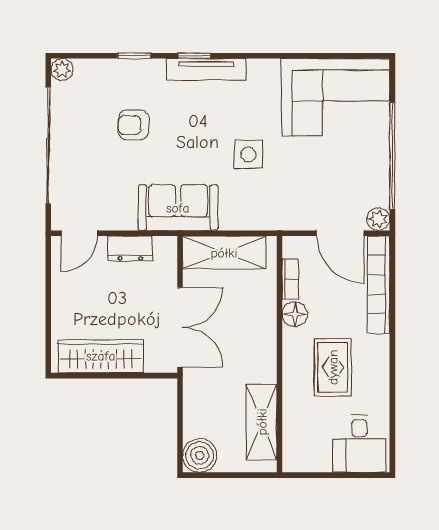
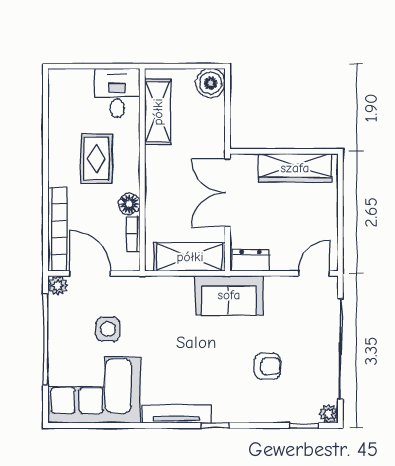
window: (134, 56) -> (304, 425), moved
tv unit: (206, 69) -> (177, 414), moved
side table: (248, 154) -> (108, 329), moved
dresser: (130, 248) -> (251, 260), moved
desk: (359, 444) -> (117, 93), moved

